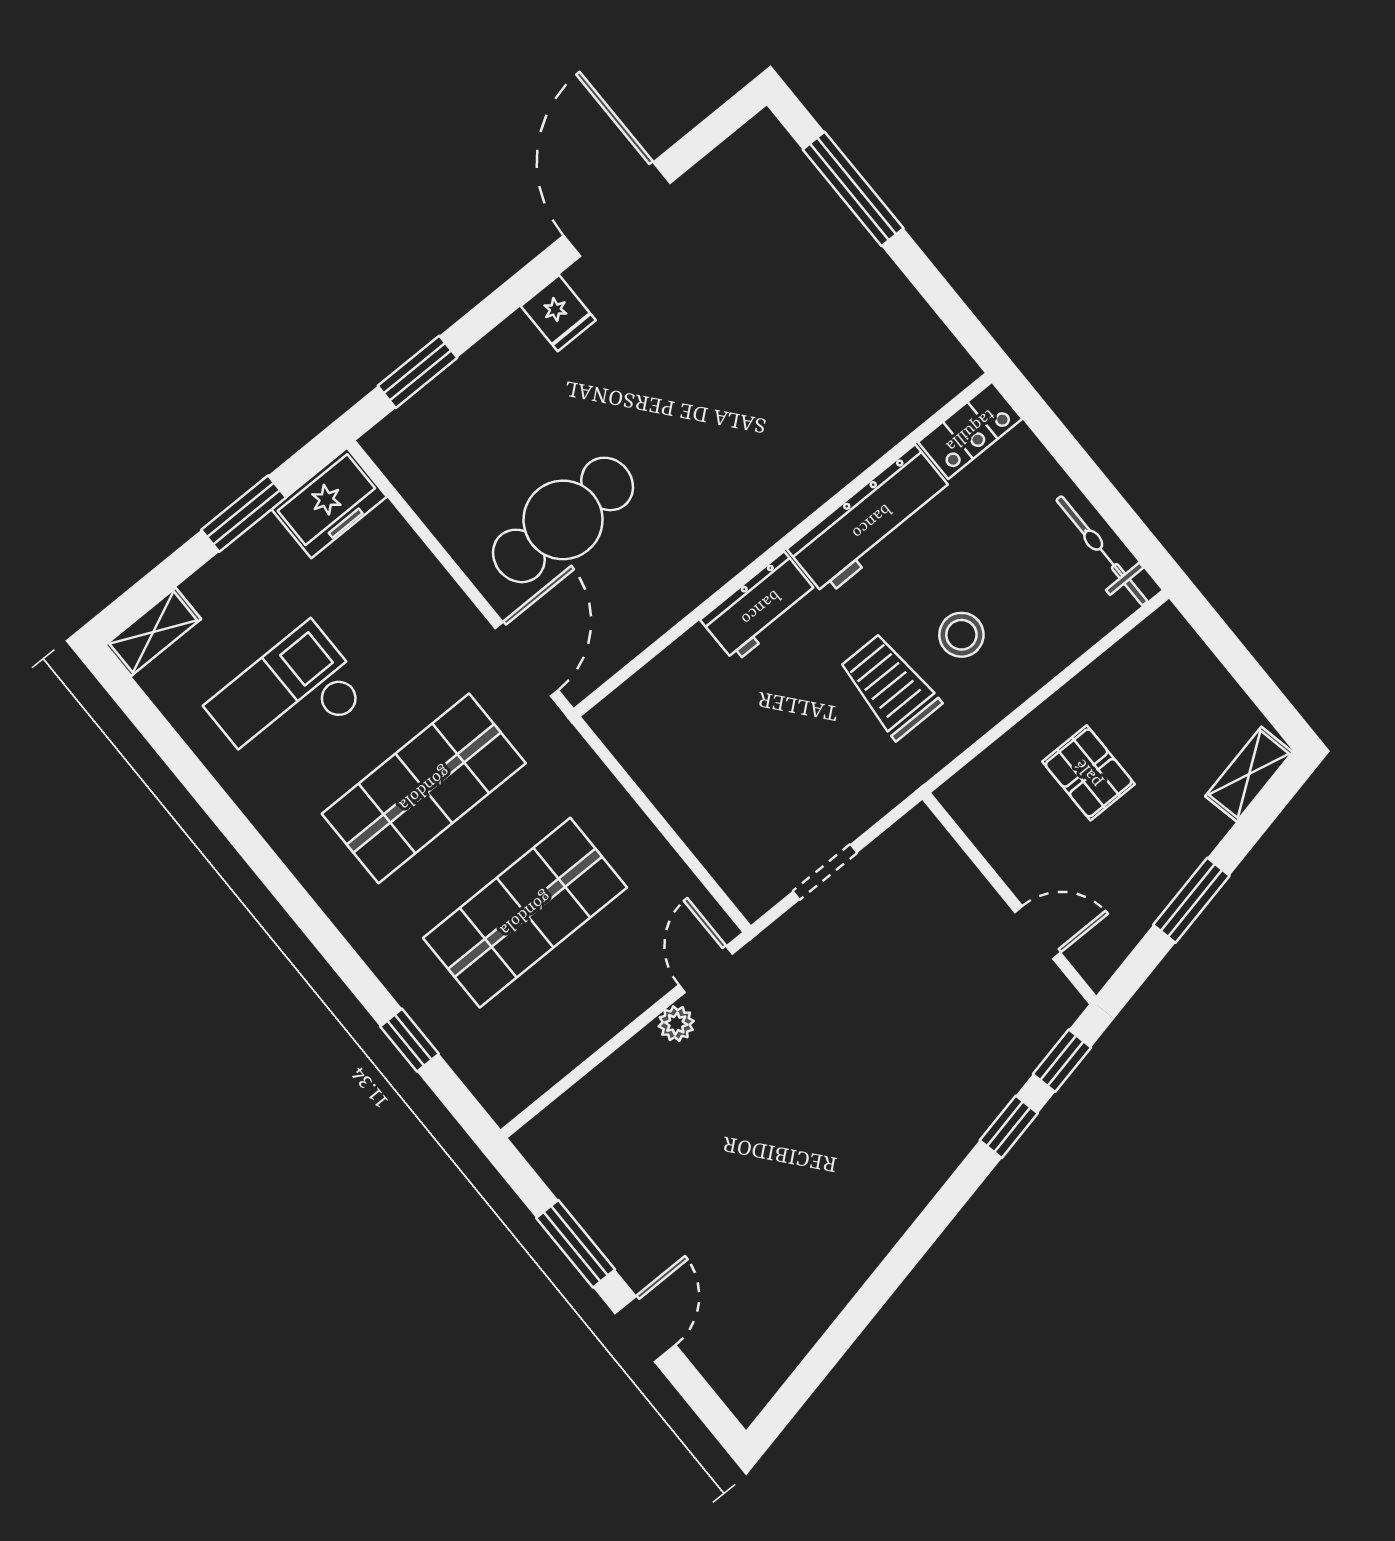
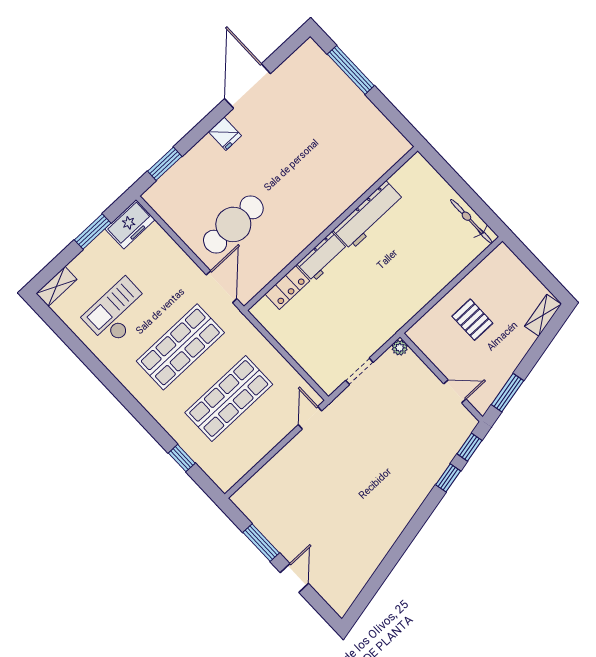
locker: (970, 430) -> (287, 287), moved
stool: (961, 635) -> (412, 263), removed
trolley: (890, 686) -> (382, 288), removed
window: (1191, 900) -> (507, 393), moved
plant: (676, 1024) -> (400, 348), moved

